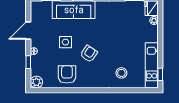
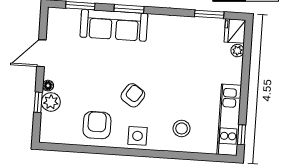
side table: (65, 42) -> (137, 136), moved
plant: (36, 82) -> (51, 102), moved

